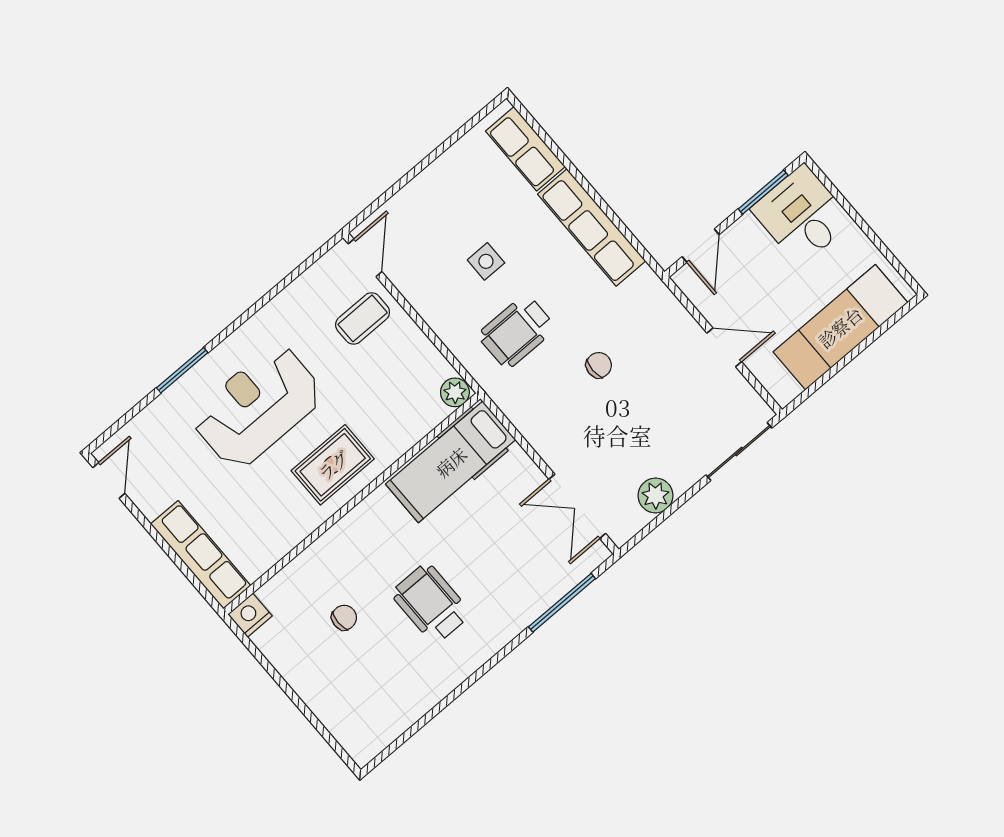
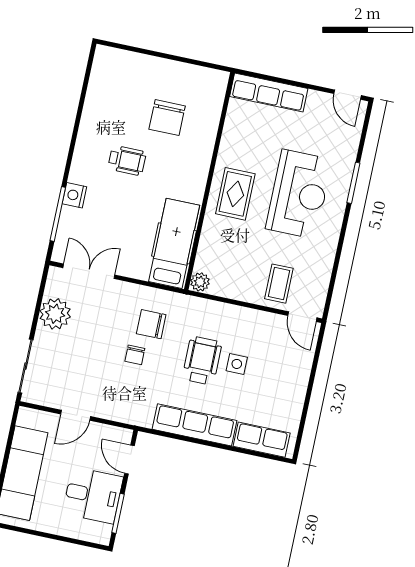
desk: (802, 215) -> (93, 495), moved
wheelchair: (517, 332) -> (202, 361), moved
chair: (551, 387) -> (151, 324), added
plant: (656, 496) -> (55, 314), width x1.36, depth x1.36
wheelchair: (431, 603) -> (127, 160), width x0.73, depth x0.73
nightstand: (250, 615) -> (74, 195), moved, turned 180
chair: (344, 618) -> (167, 118), width x1.87, depth x1.87

